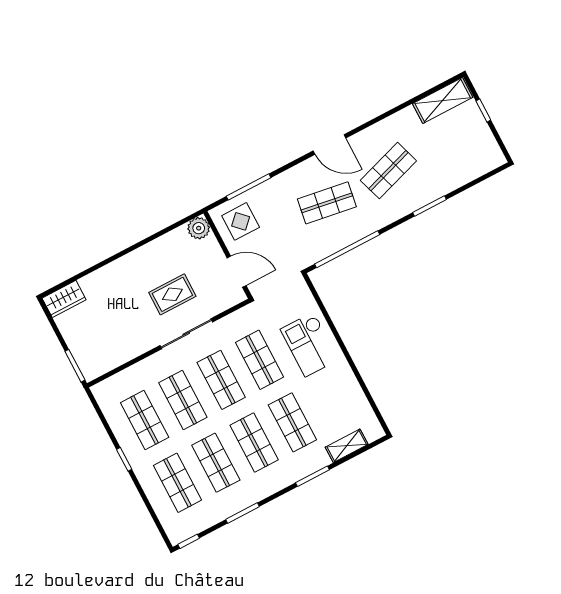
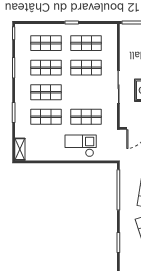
shop shelf: (221, 380) -> (86, 92), removed
shelving: (347, 446) -> (20, 149), moved

